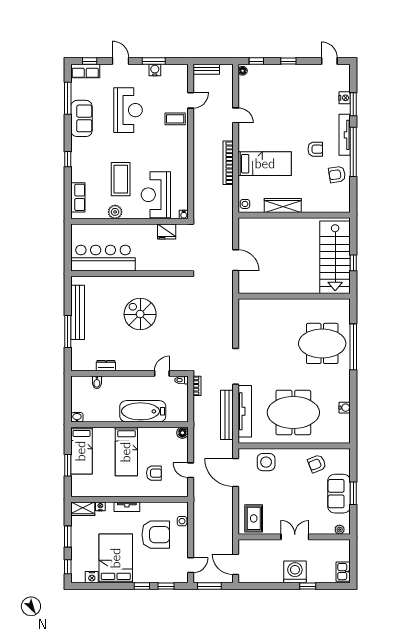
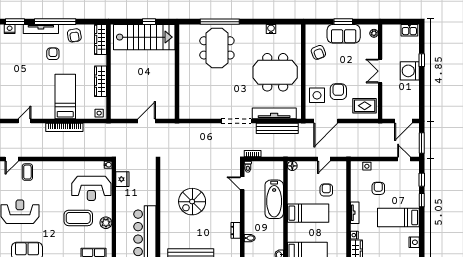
door: (191, 100) -> (12, 159), swing flipped
wardrobe: (332, 206) -> (101, 39), added
meeting table: (293, 412) -> (275, 72), turned 90
armchair: (270, 487) -> (338, 92), added
armchair: (156, 535) -> (378, 188), width x0.53, depth x0.53
bed: (116, 558) -> (398, 217), width x0.67

